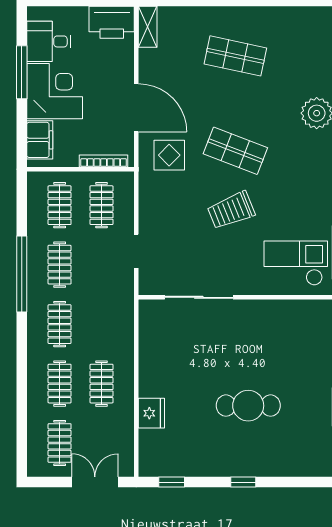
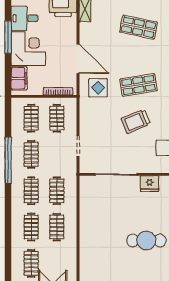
shop shelf: (235, 151) -> (138, 85), turned -30
clothes rail: (102, 324) -> (57, 191), added
fridge: (151, 413) -> (150, 184), moved, turned 90

